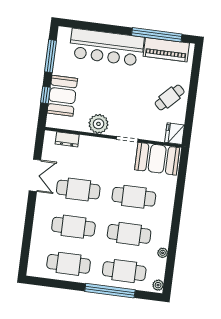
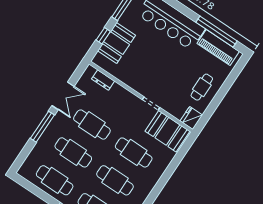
cafe table: (170, 97) -> (202, 87), turned -45
plant: (98, 124) -> (134, 80), removed
window: (30, 216) -> (42, 127), added

